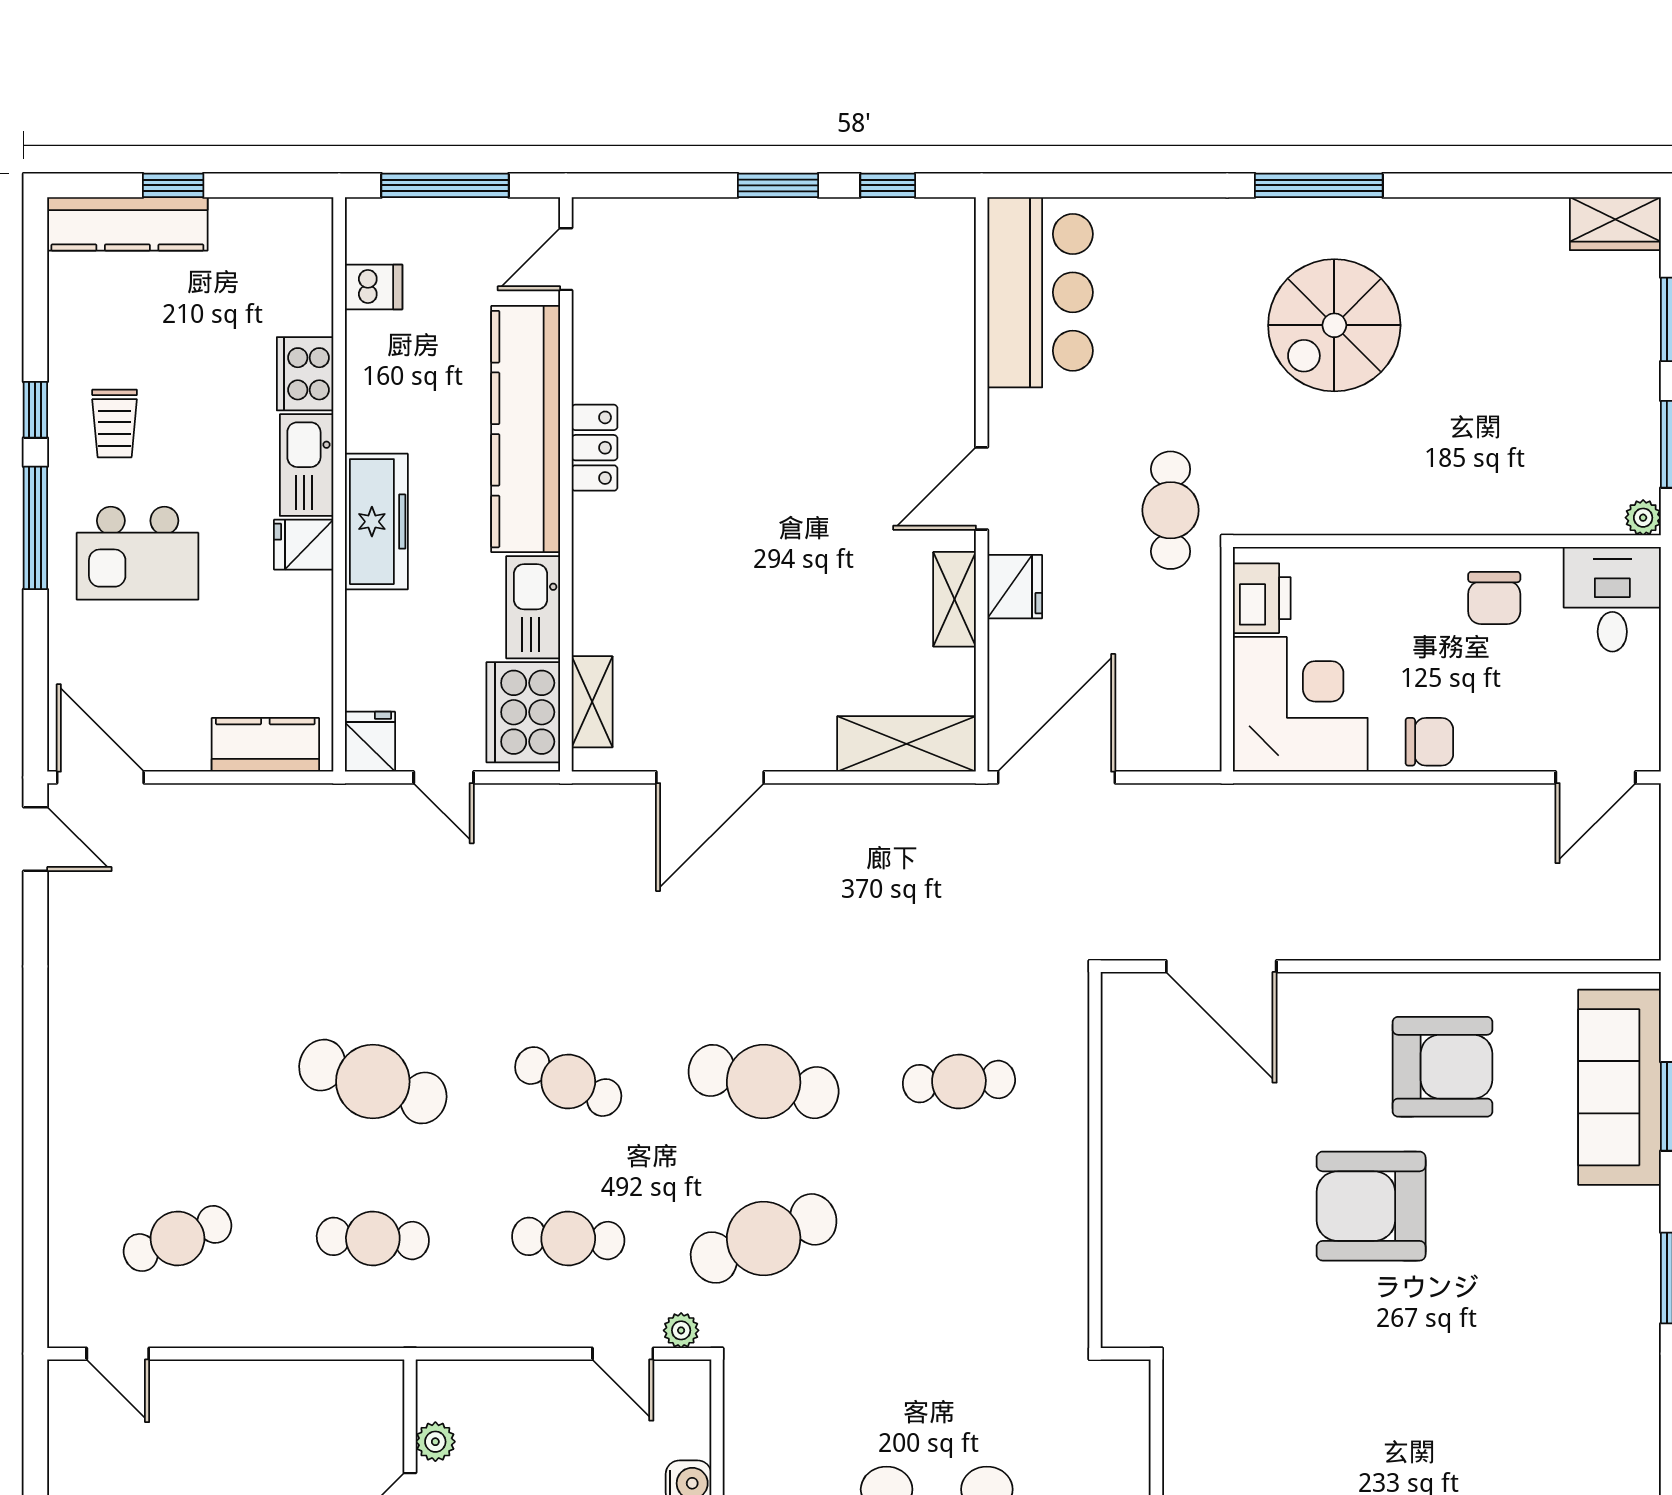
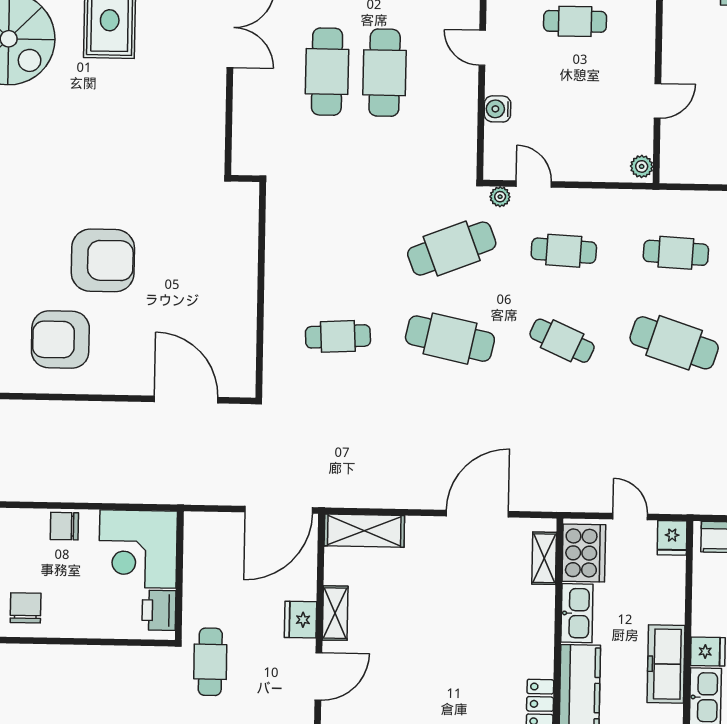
plant: (435, 1442) -> (642, 166), moved

